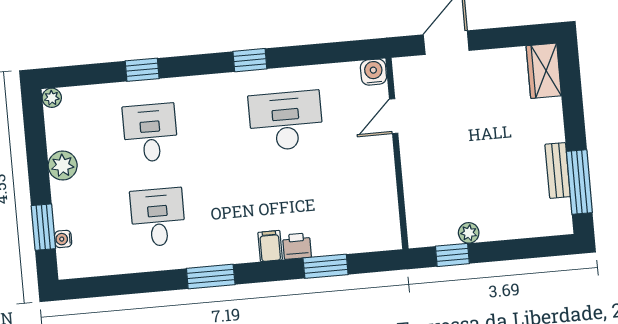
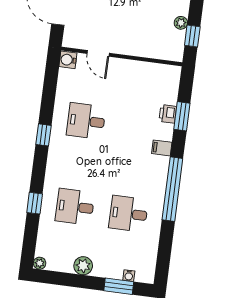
desk: (286, 121) -> (86, 121), width x0.73
printer: (297, 246) -> (168, 114), moved
window: (211, 276) -> (172, 189), width x2.11

